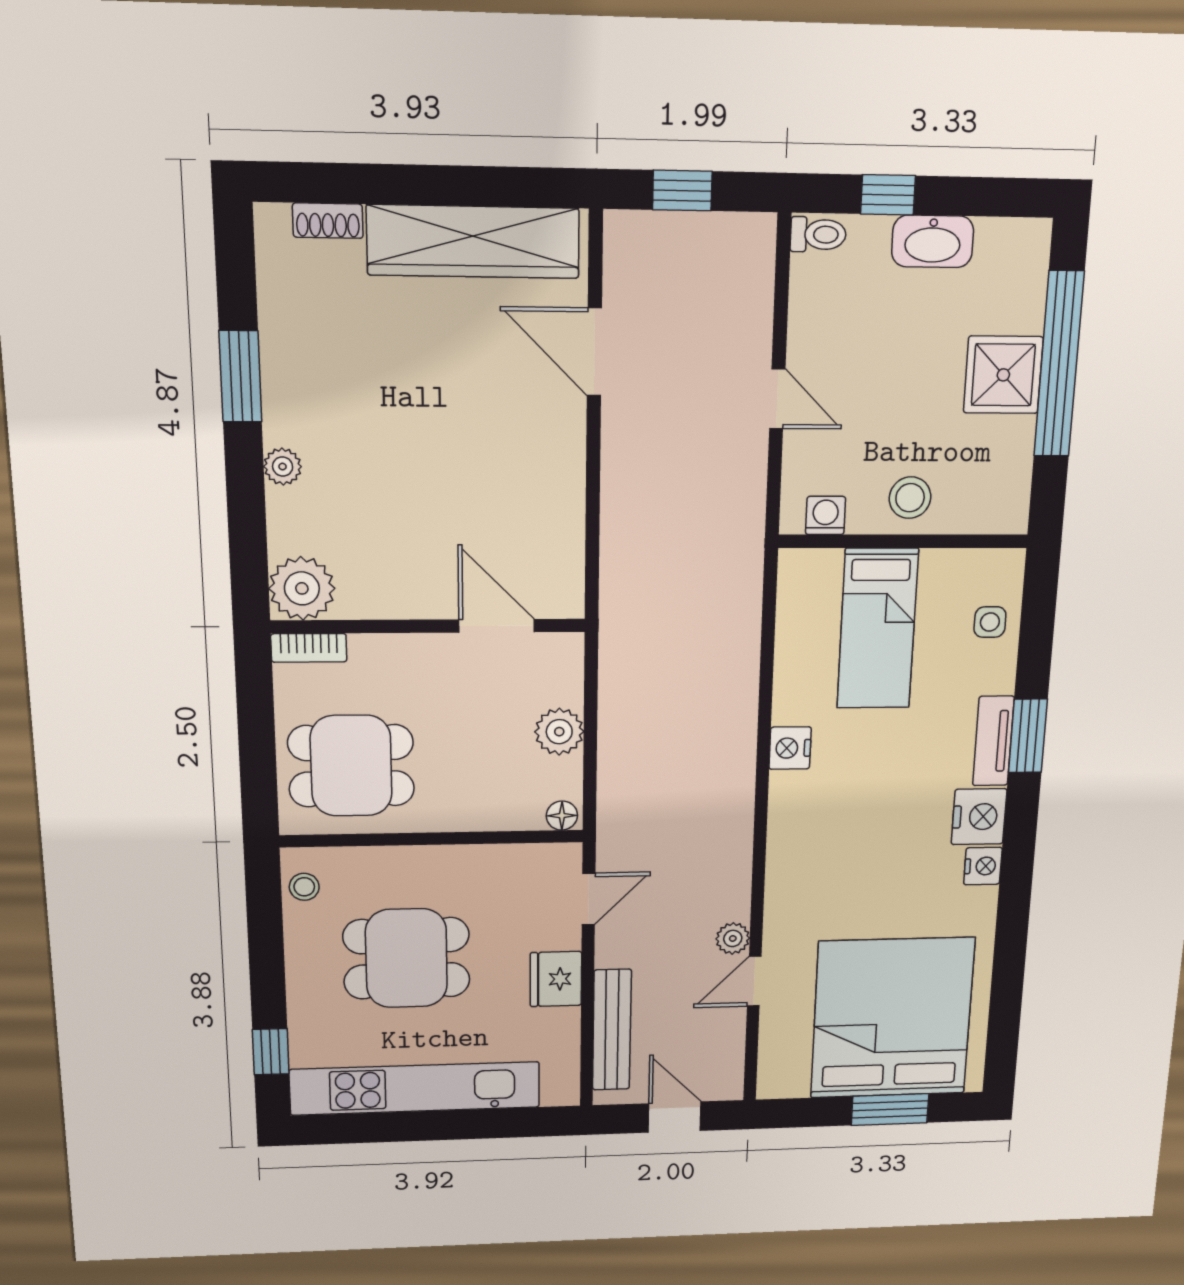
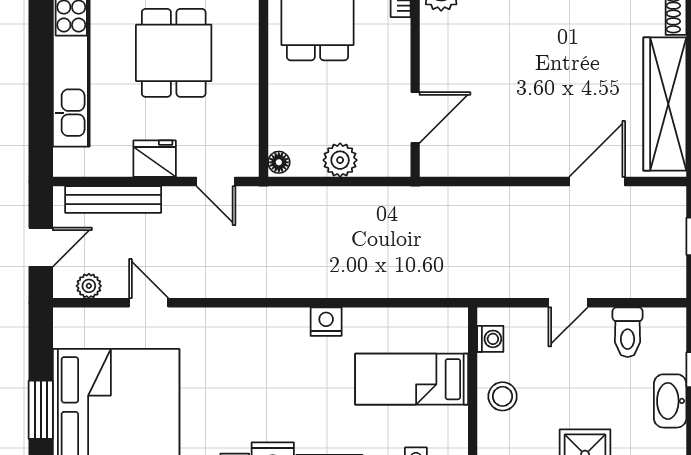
toilet: (818, 235) -> (628, 332), moved, width x1.37, depth x1.39
plant: (733, 938) -> (89, 286), moved

